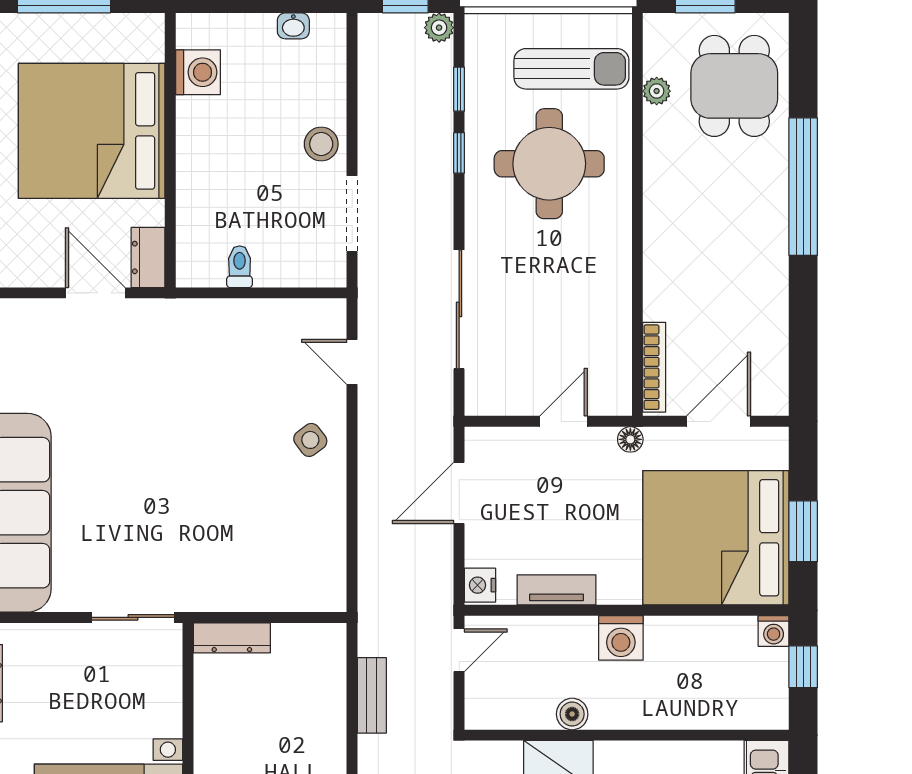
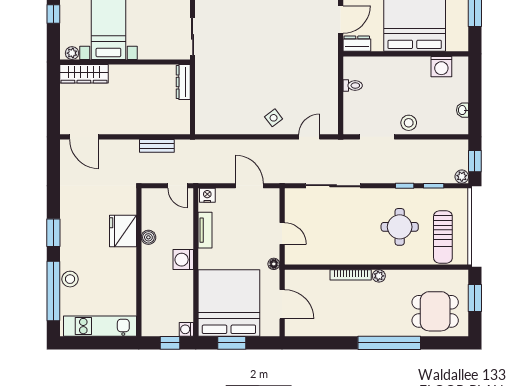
plant: (657, 91) -> (379, 276), moved
round table: (549, 164) -> (400, 227), width x0.73, depth x0.73
bookcase: (654, 367) -> (351, 275), moved

